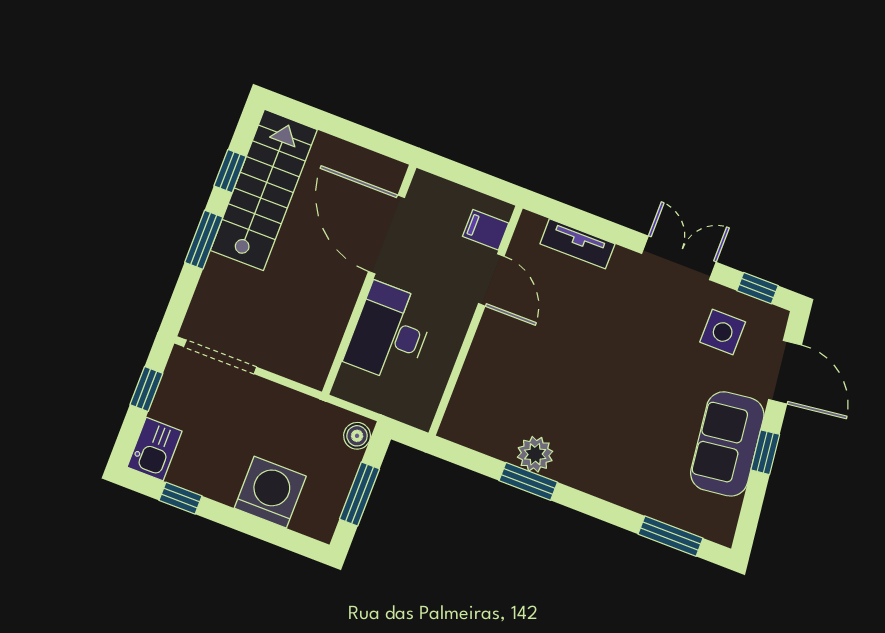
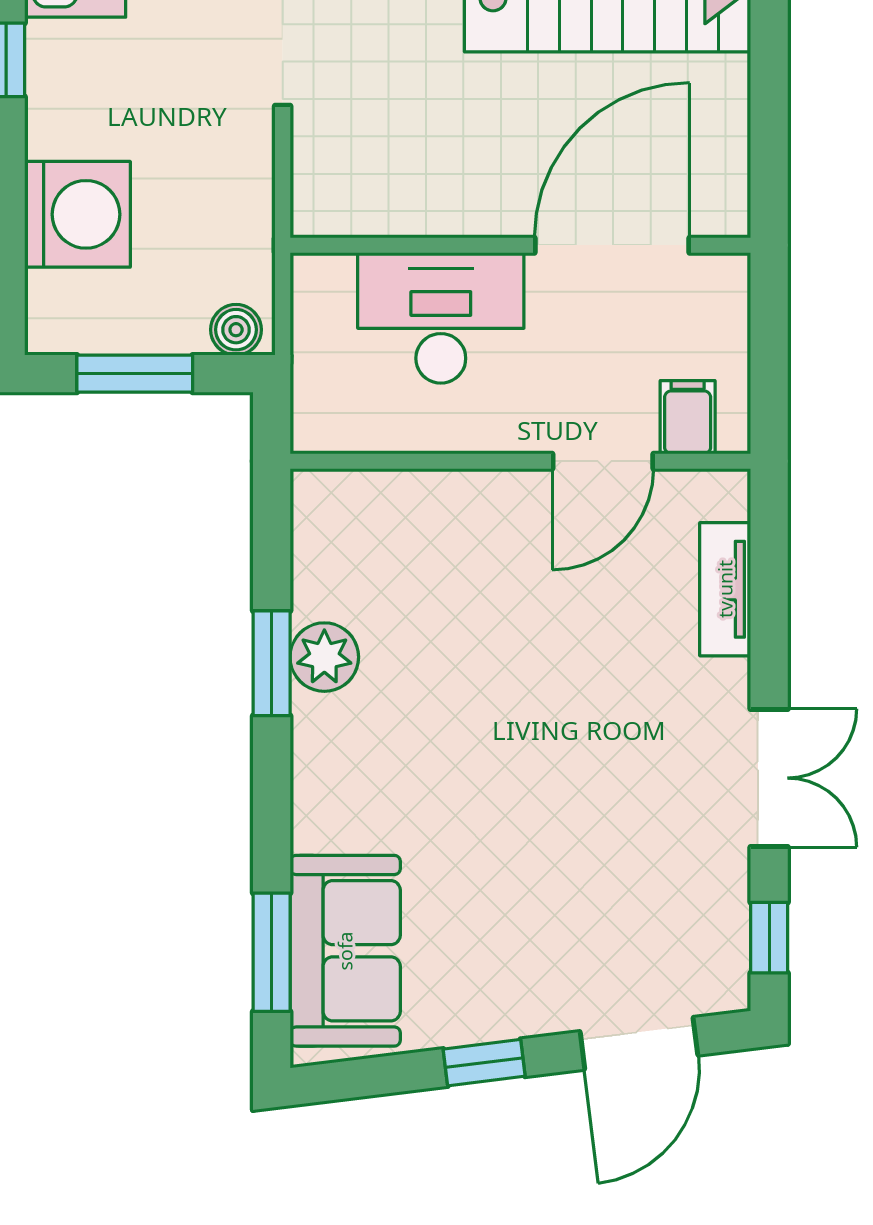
side table: (723, 332) -> (668, 906), removed
sofa: (727, 444) -> (345, 951), moved, turned 97

